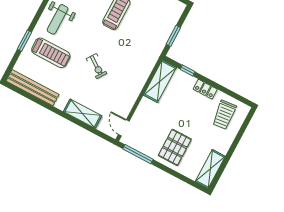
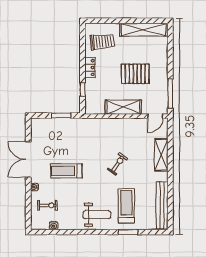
shelving: (160, 81) -> (123, 107), moved
pallet: (175, 147) -> (135, 74), moved
shelving: (210, 169) -> (144, 30), width x1.47

